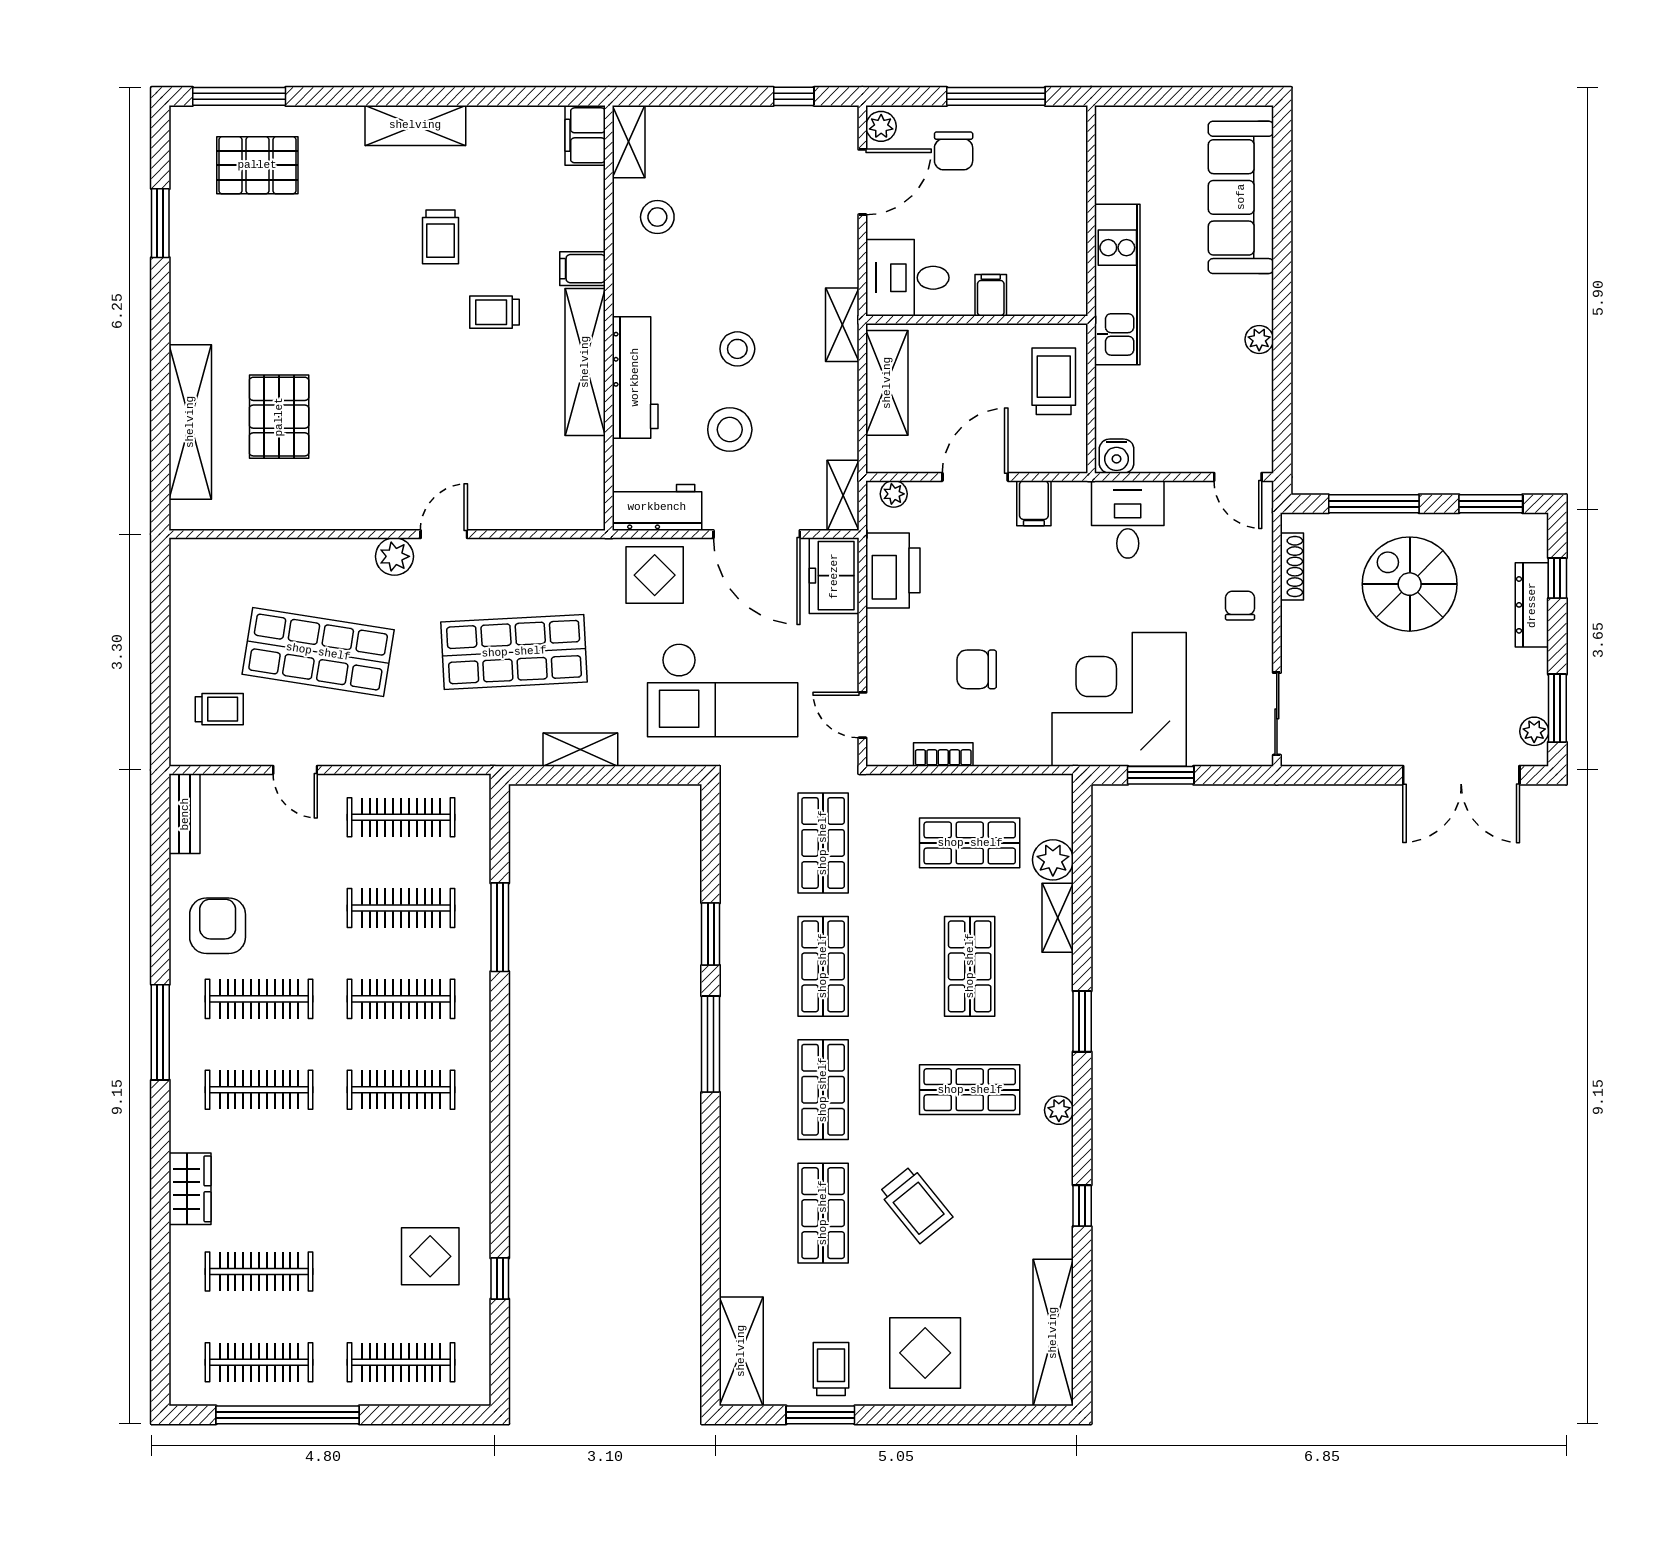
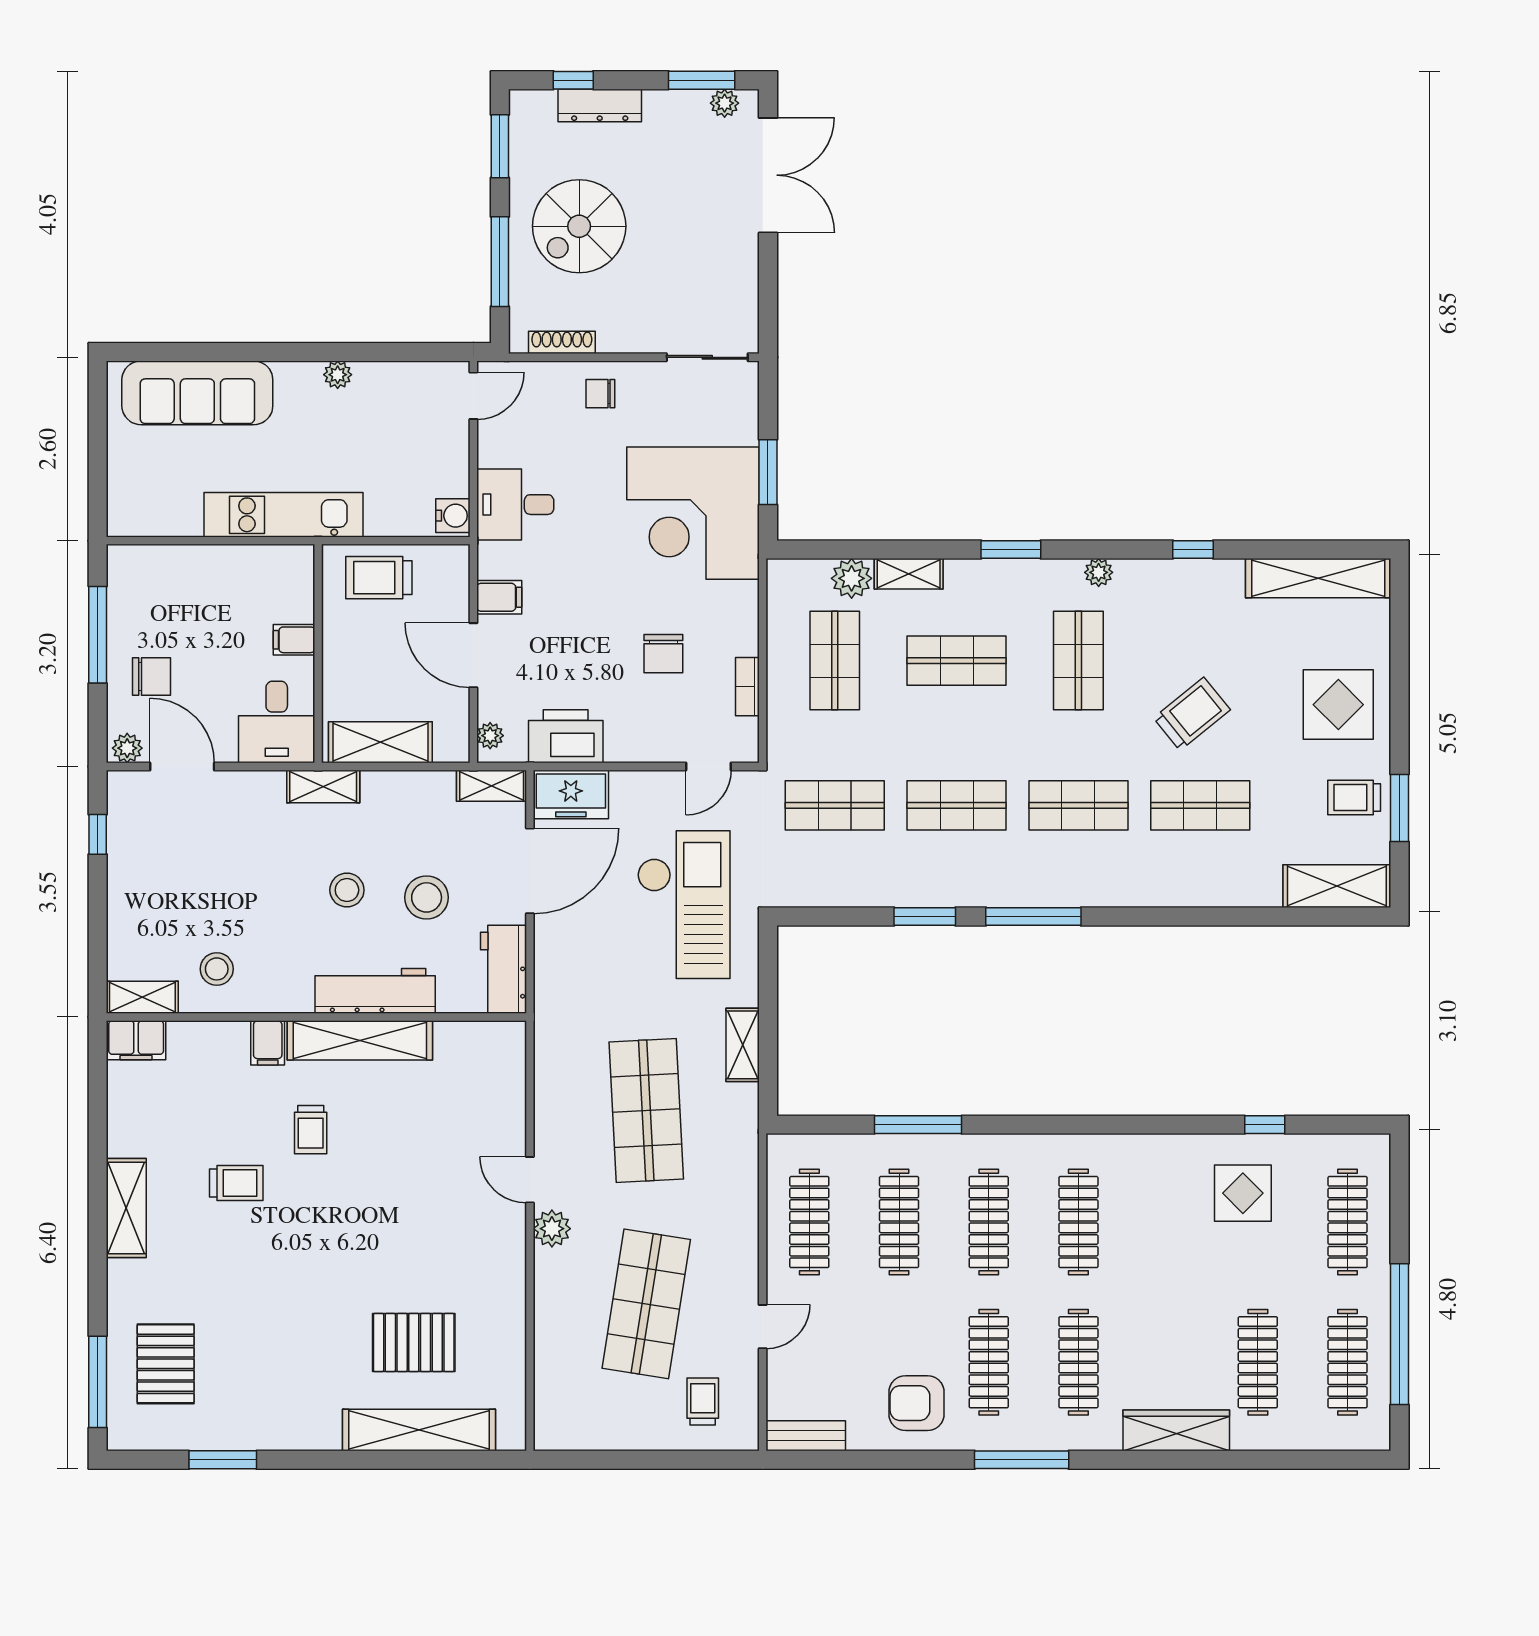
display table: (655, 575) -> (570, 972), removed
wardrobe: (190, 1189) -> (1176, 1430), width x1.50

